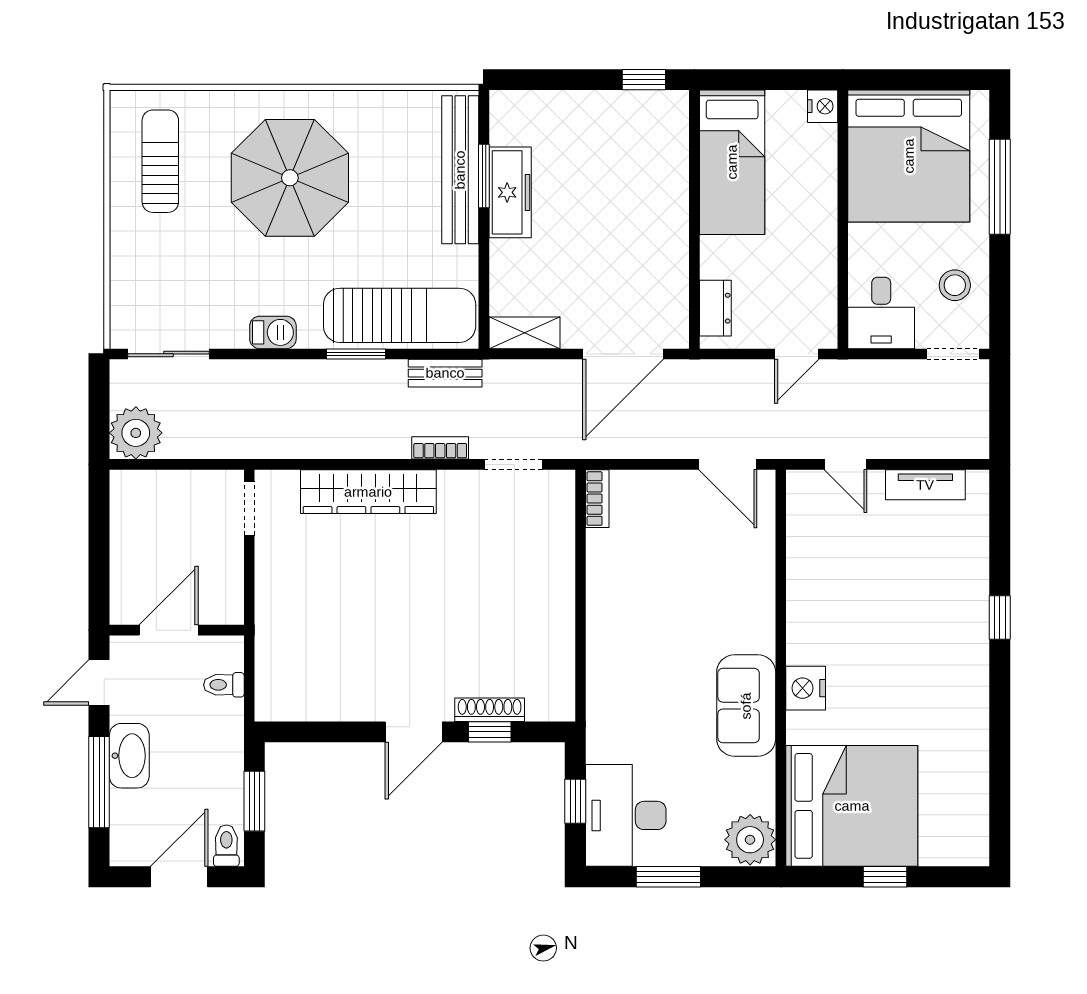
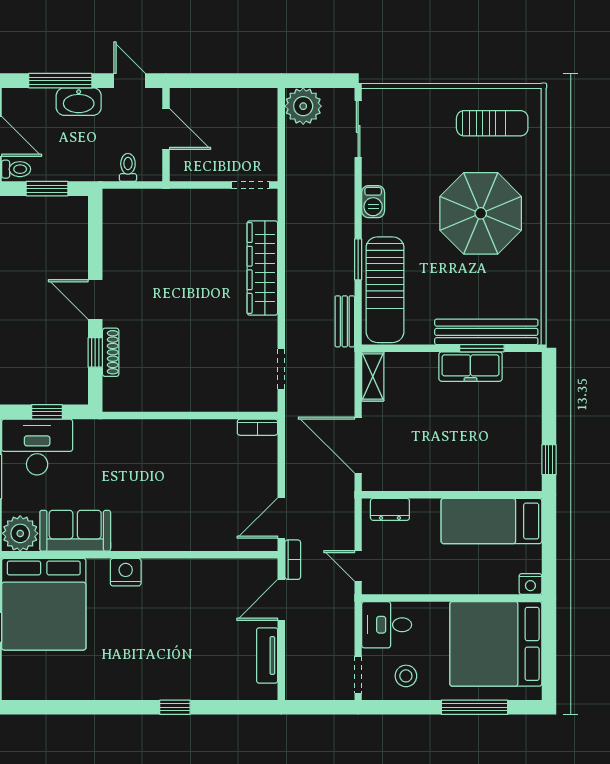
bookcase: (440, 448) -> (293, 560), moved
door: (846, 464) -> (281, 600), width x1.38
sofa: (746, 706) -> (75, 531), moved

